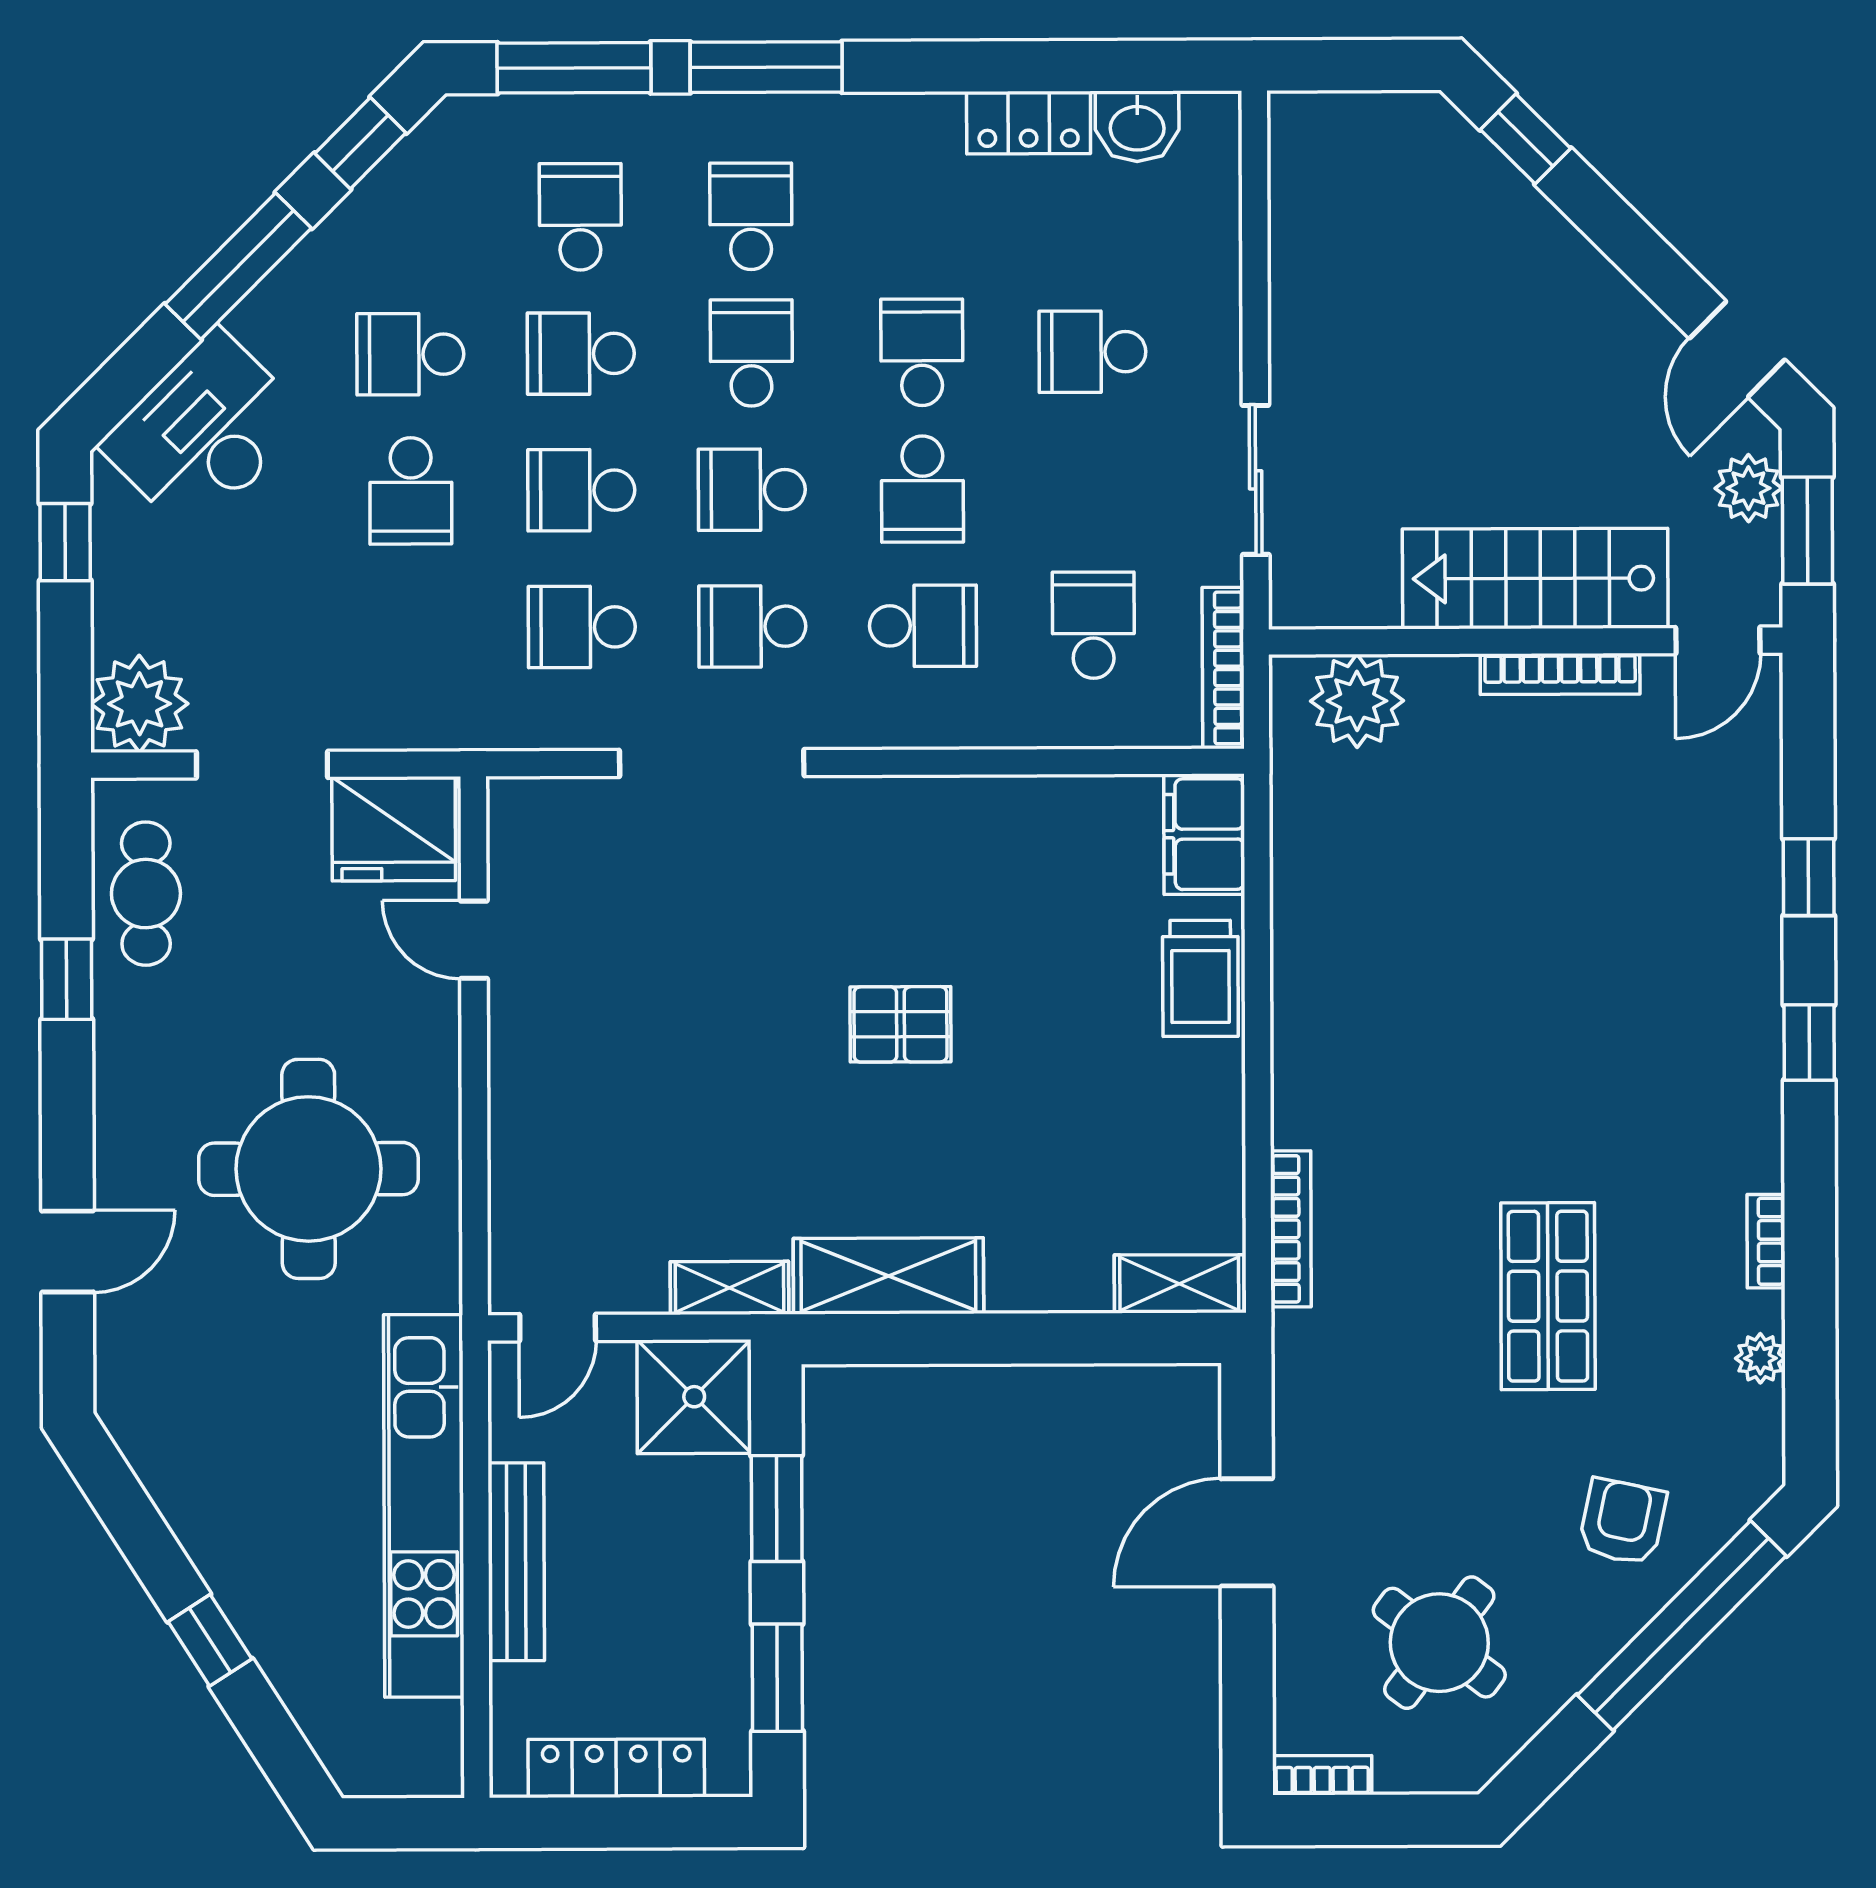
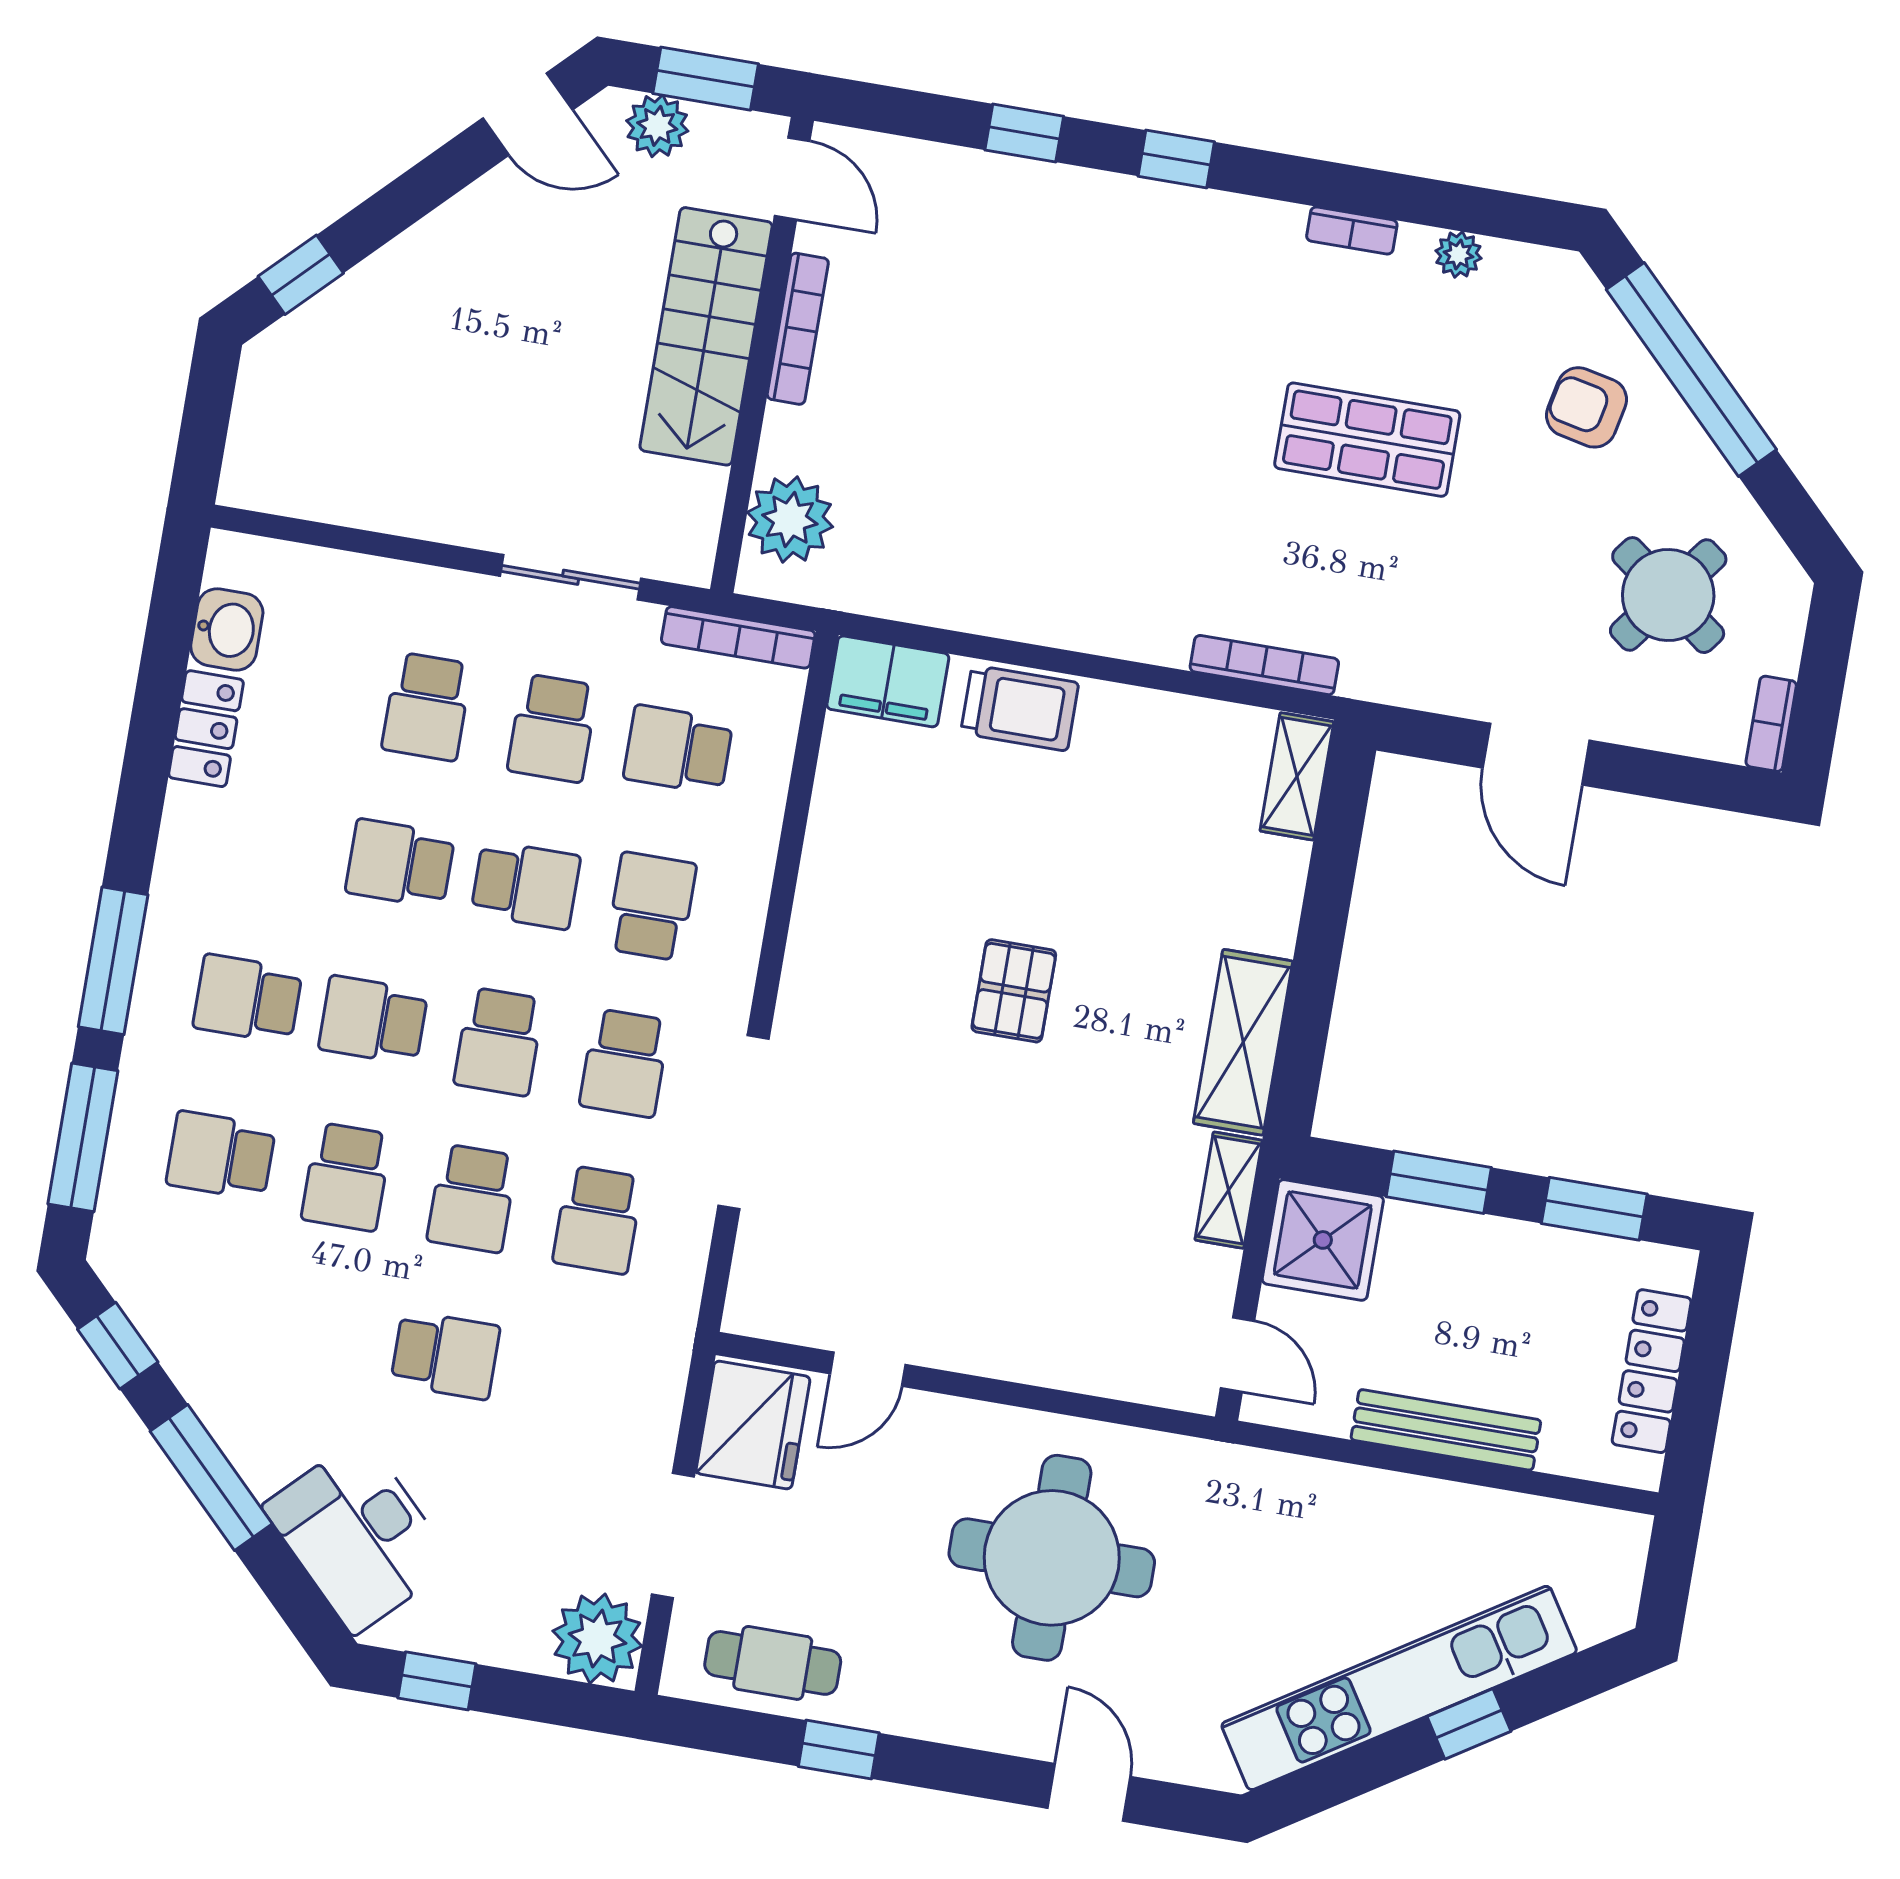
school desk: (410, 354) -> (552, 728), moved
kitchen unit: (424, 1506) -> (1399, 1688), moved, turned 147

